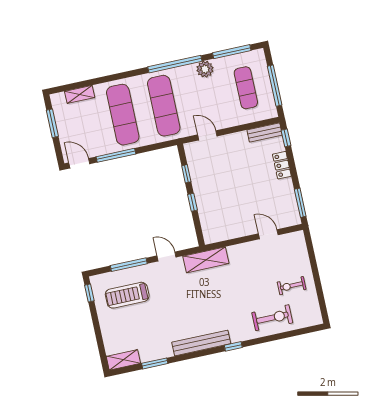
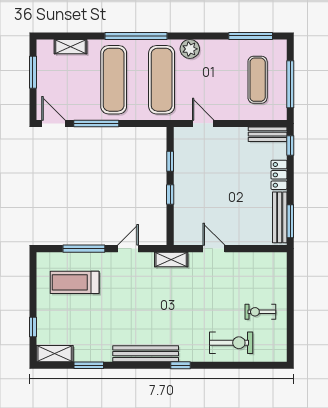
window: (175, 64) -> (136, 36), moved
plant: (205, 69) -> (190, 49), moved
bench: (290, 201) -> (280, 217), added
door: (268, 234) -> (214, 249), moved
door: (167, 256) -> (128, 249), hinge flipped
shelving: (206, 260) -> (171, 260), width x0.67, depth x0.75
window: (89, 293) -> (33, 327), moved

